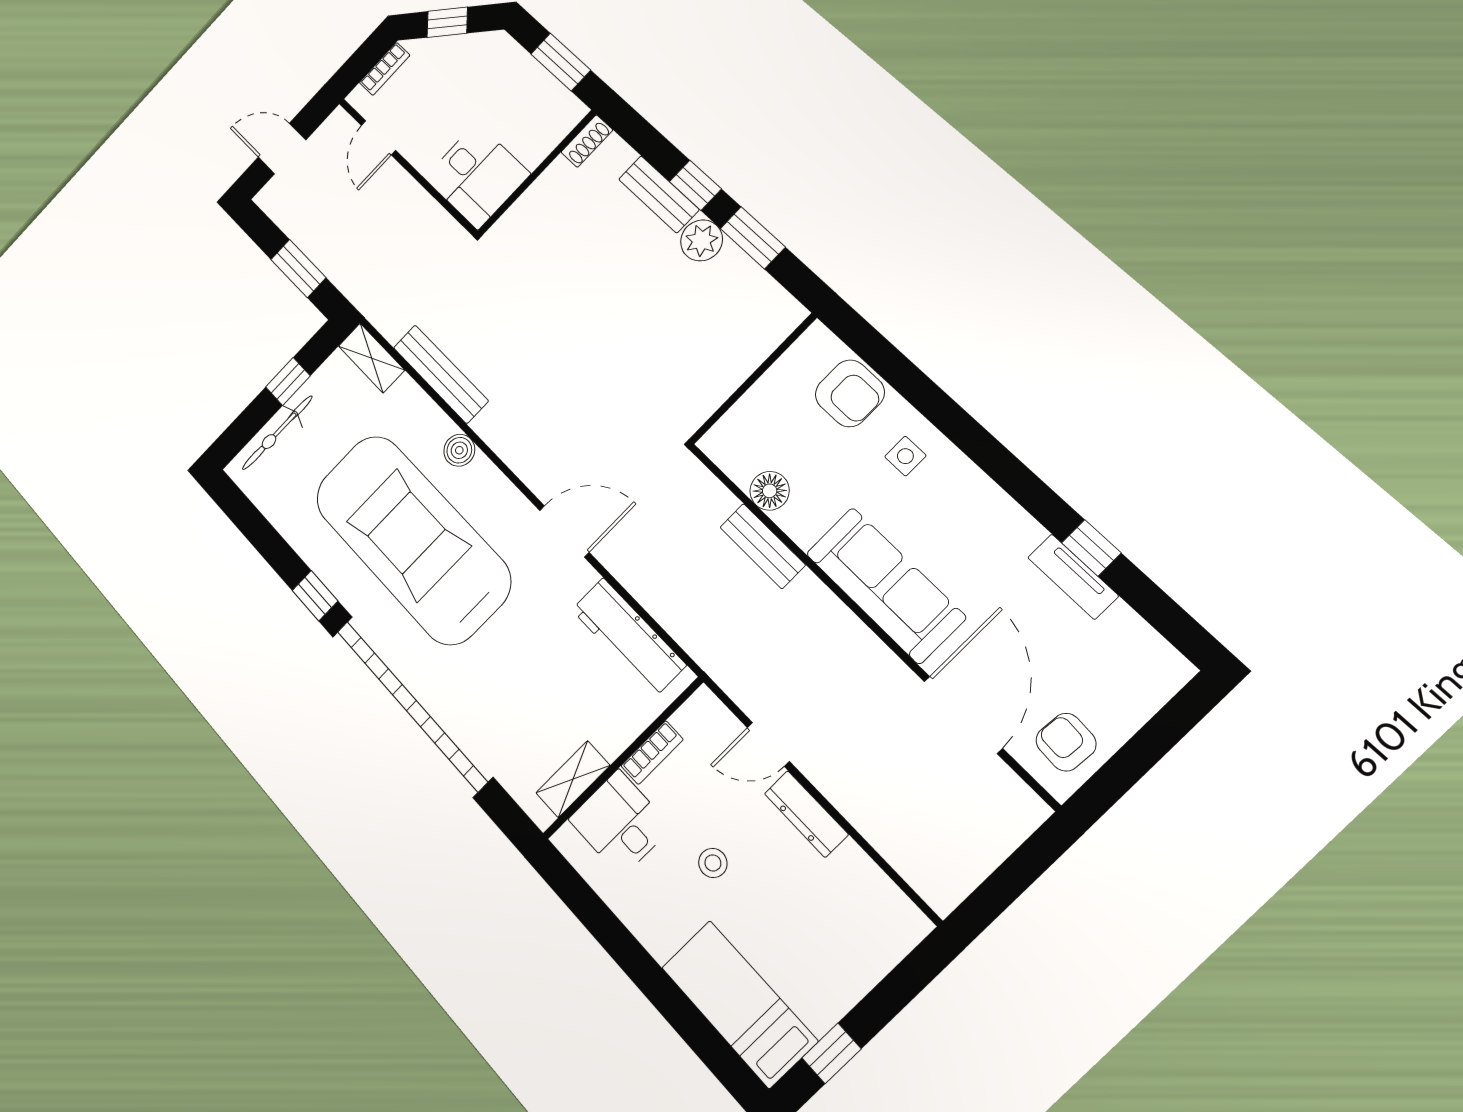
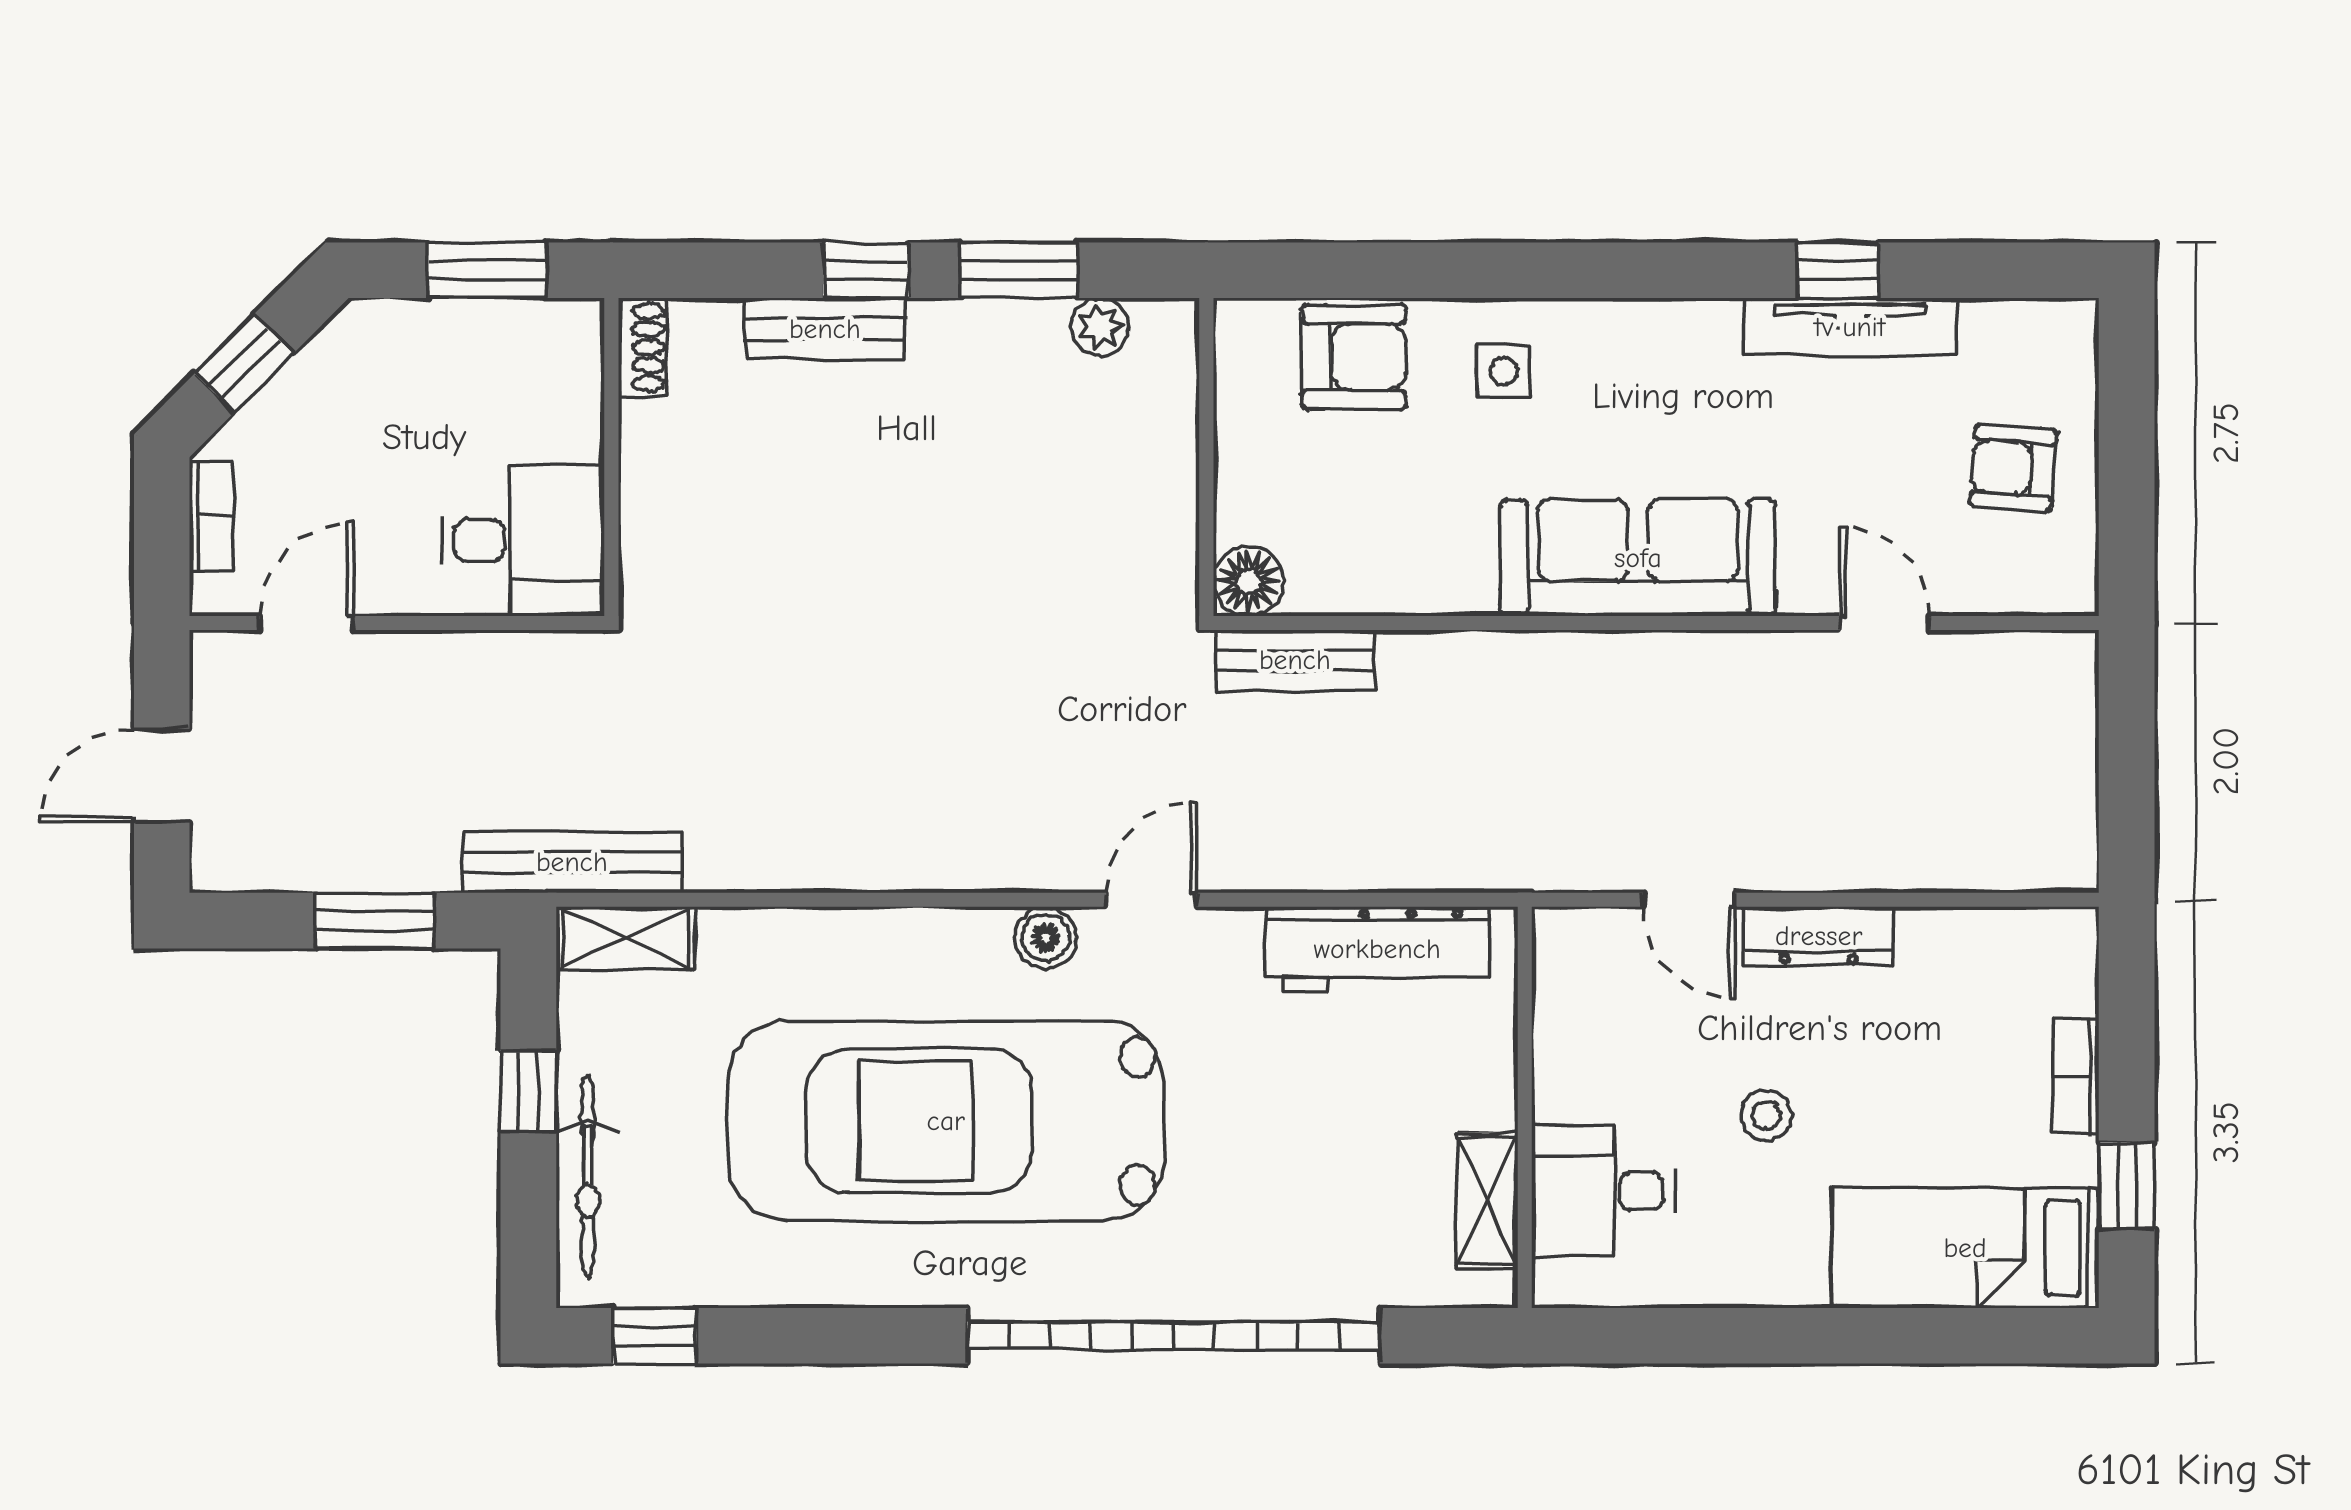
door: (378, 138) -> (307, 623), swing flipped
plant: (702, 240) -> (1100, 327), moved, width x0.73, depth x0.73
bench: (441, 374) -> (572, 862), moved
boiler: (459, 450) -> (1046, 938), moved
floor lamp: (770, 491) -> (1249, 581), moved
door: (564, 531) -> (1151, 900), width x0.73
bench: (763, 546) -> (1295, 660), moved
tv unit: (1073, 577) -> (1850, 327), width x1.41
window: (315, 596) -> (655, 1336), moved
door: (963, 715) -> (1885, 623), width x0.53
armchair: (1066, 742) -> (2013, 468), moved
door: (768, 744) -> (1689, 900), hinge flipped
bookcase: (652, 753) -> (2076, 1076), moved, turned 180

